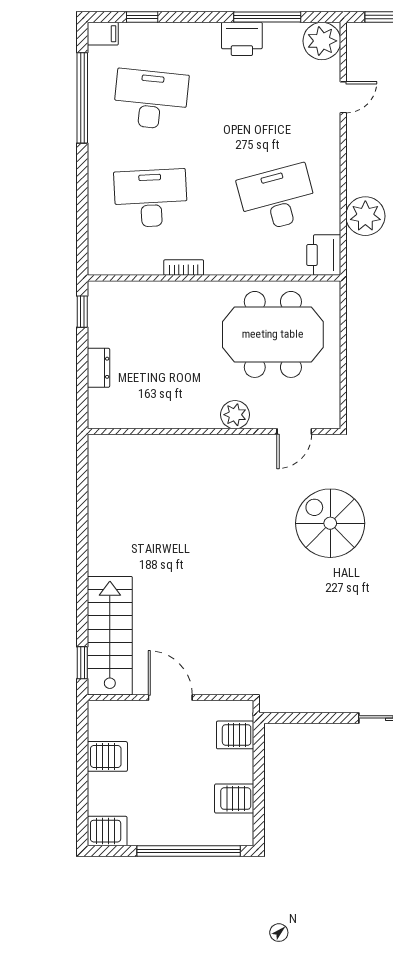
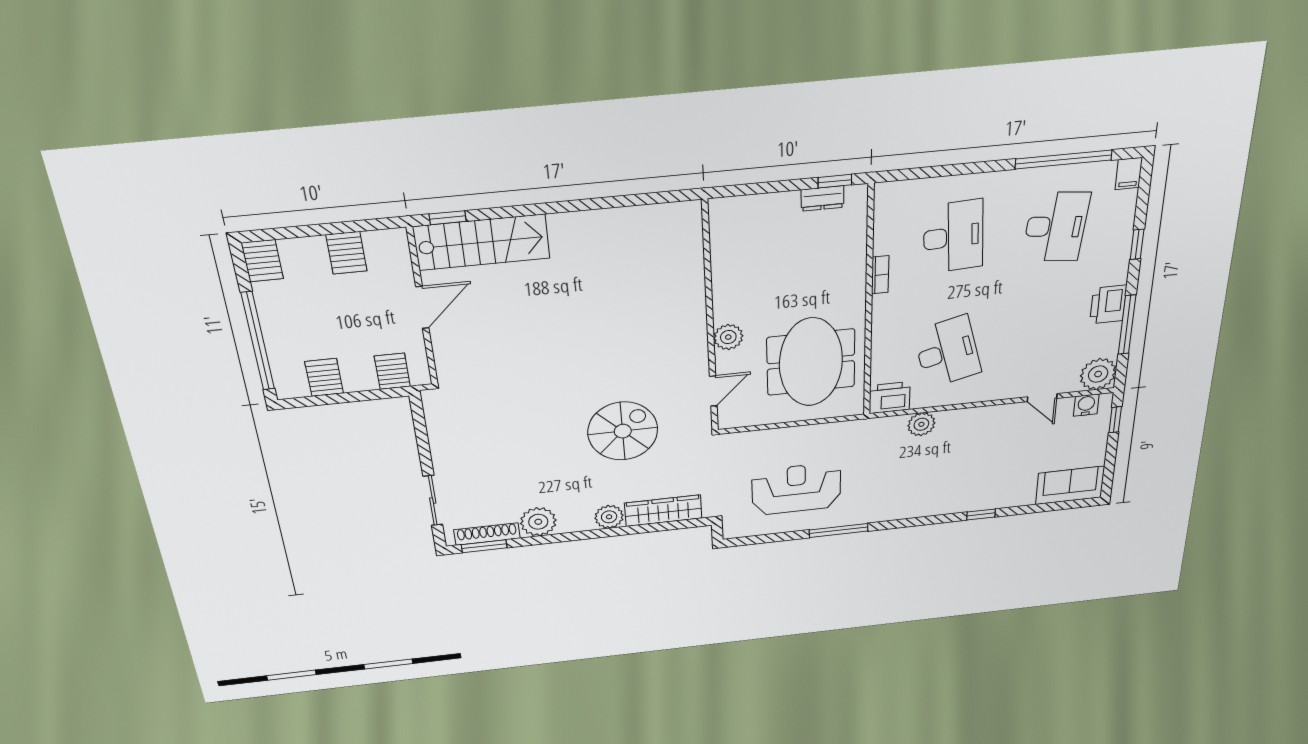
window: (142, 17) -> (1137, 244), moved
water cooler: (358, 50) -> (1086, 405), added
plant: (365, 216) -> (921, 424), width x0.73, depth x0.73
dresser: (98, 368) -> (822, 198), moved
door: (294, 432) -> (713, 391), swing flipped

